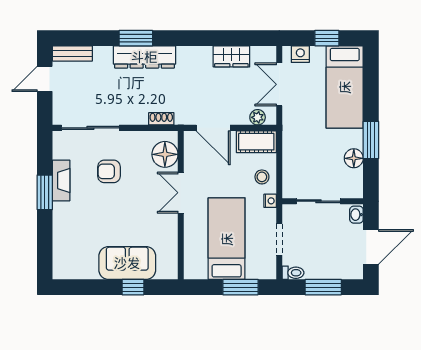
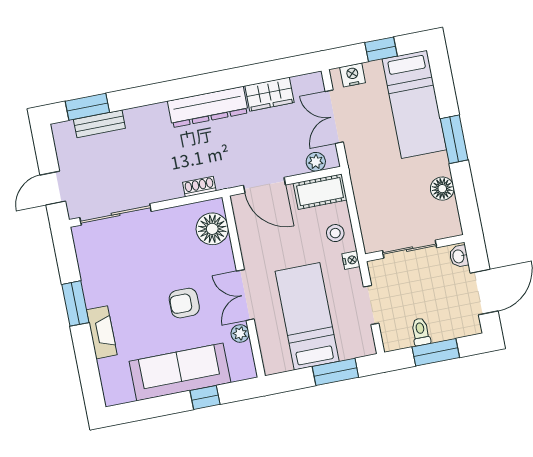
window: (136, 38) -> (87, 107), moved
bench: (72, 53) -> (99, 124), moved
dresser: (144, 57) -> (208, 107), moved
door: (45, 79) -> (53, 188), moved
window: (371, 140) -> (454, 139), moved
armchair: (109, 171) -> (184, 303), moved
fireplace: (61, 180) -> (102, 332), moved
double door: (181, 193) -> (245, 295), moved
plant: (171, 242) -> (240, 334), added
sofa: (127, 263) -> (180, 372), width x1.36
toilet: (293, 273) -> (421, 332), moved, turned -90

